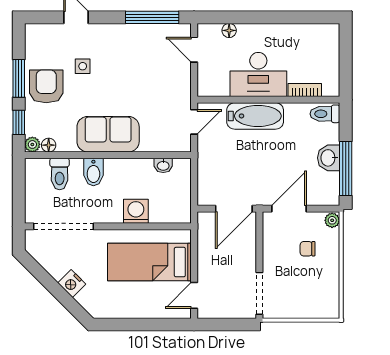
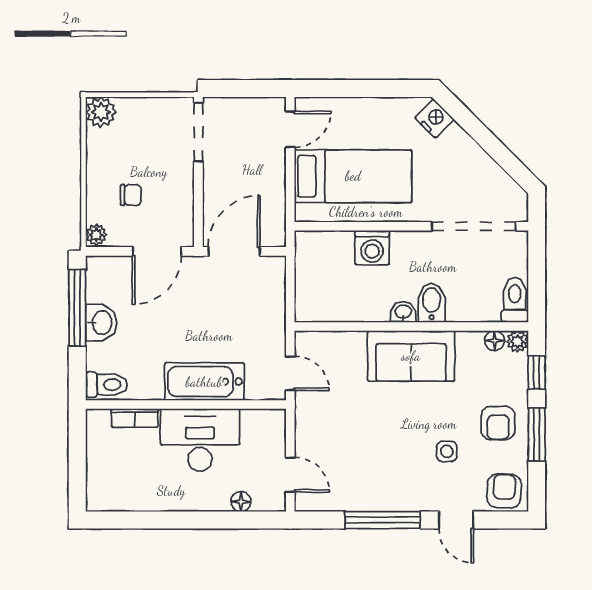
window: (152, 17) -> (383, 520), moved
armchair: (42, 38) -> (504, 491), added
armchair: (46, 86) -> (498, 423), width x0.72, depth x0.72
door: (194, 122) -> (290, 373), swing flipped
washbasin: (163, 165) -> (403, 312), moved
toilet: (60, 174) -> (515, 300), moved
nightstand: (72, 283) -> (434, 118), moved
plant: (329, 308) -> (101, 112), added

